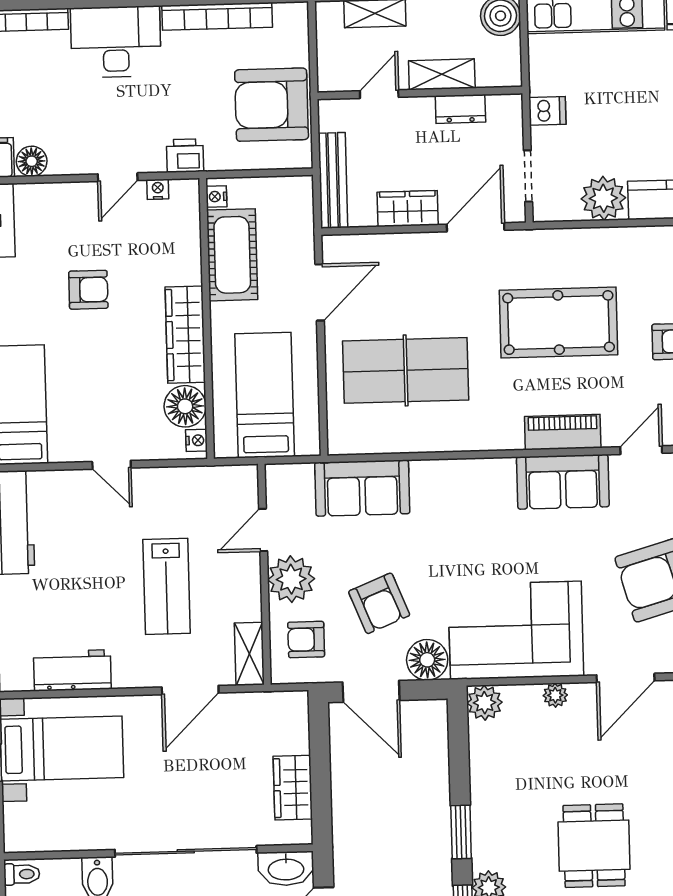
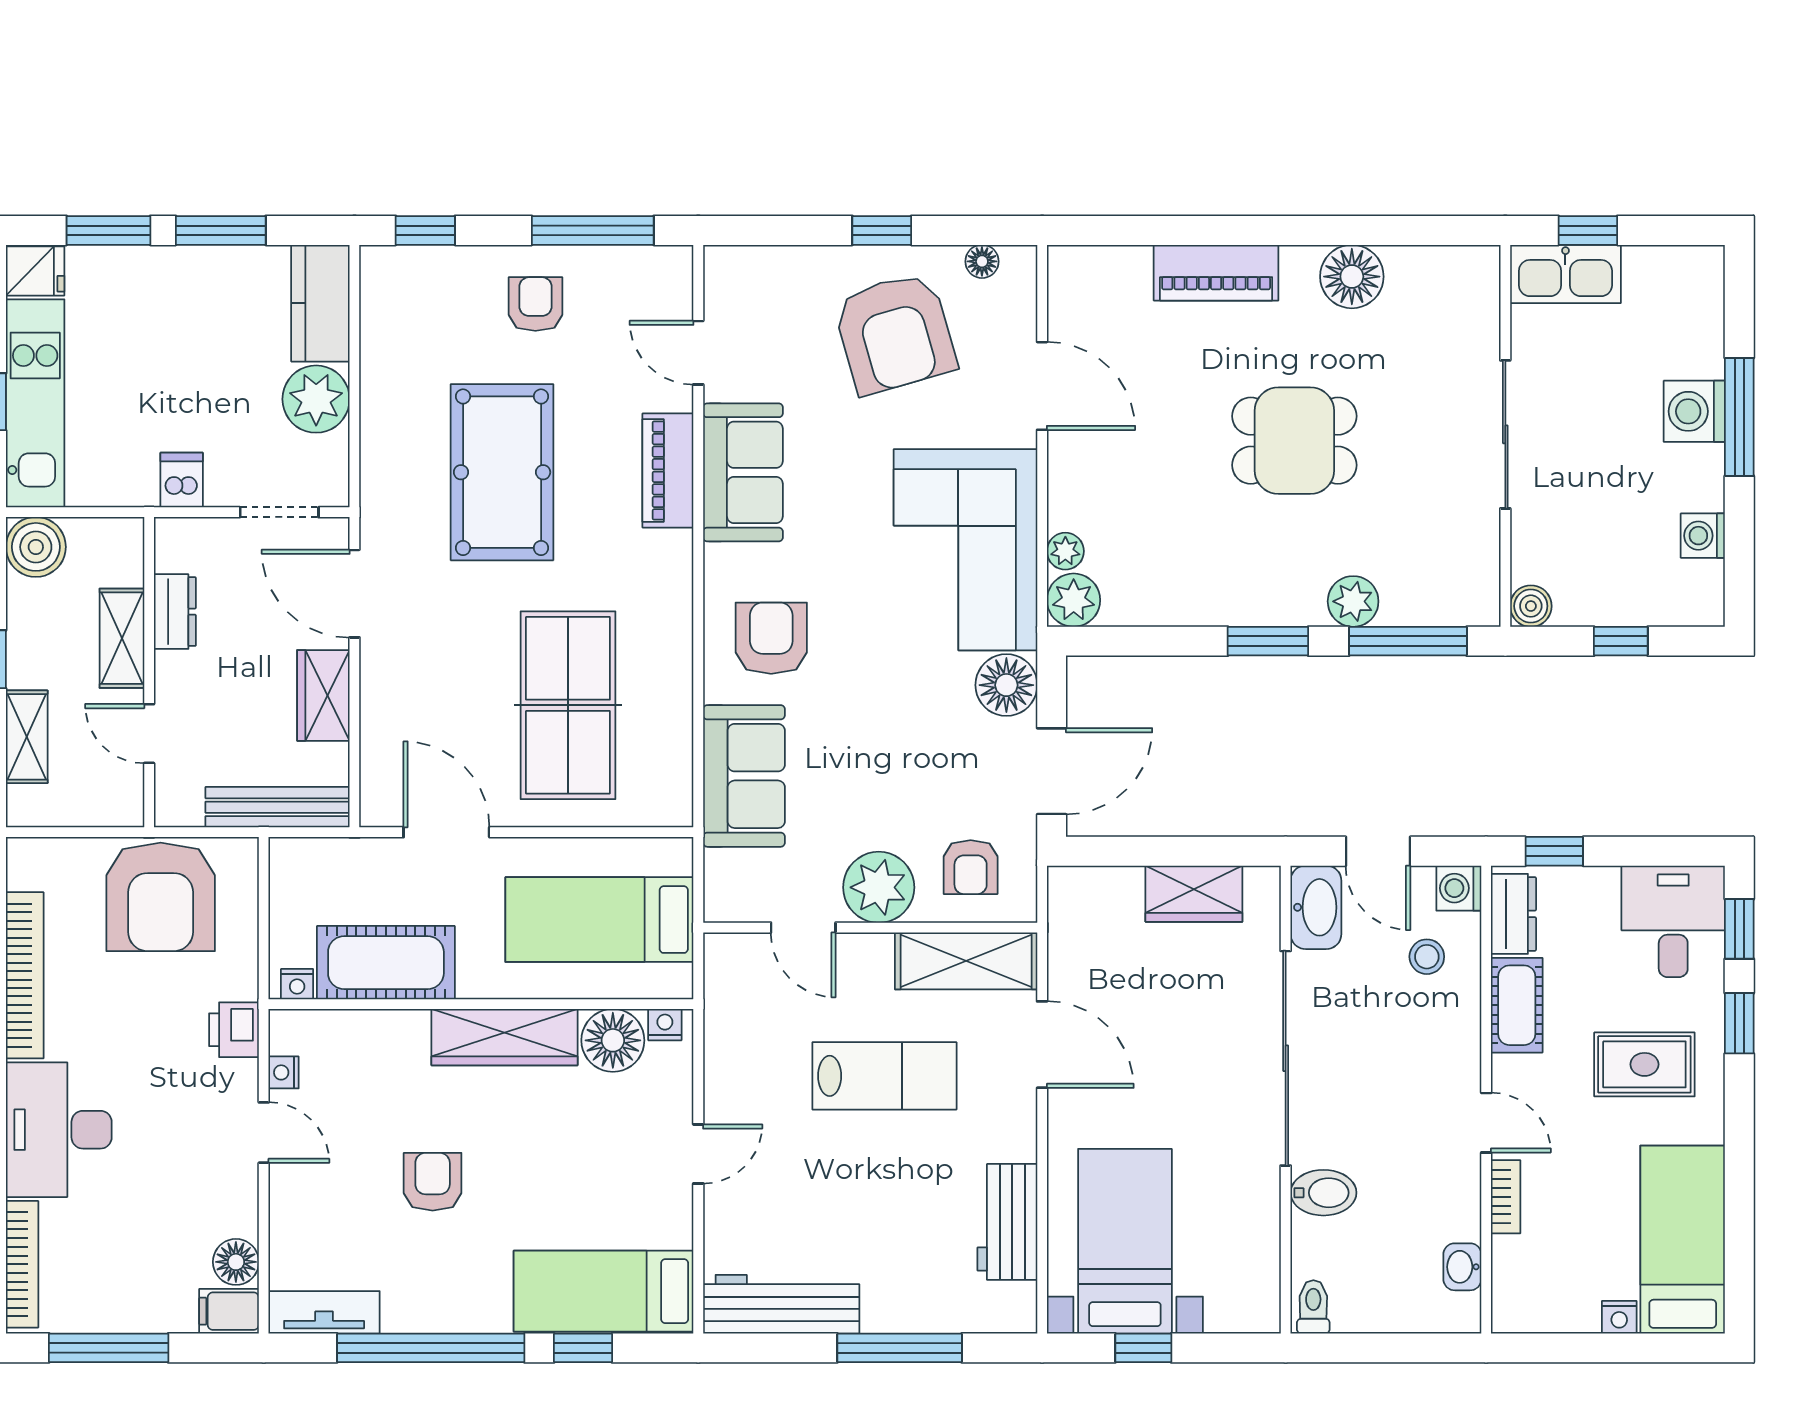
armchair: (379, 603) -> (771, 638), moved, turned -68
shelving: (249, 654) -> (966, 961), width x1.50, depth x1.33
plant: (555, 695) -> (1065, 551), moved

